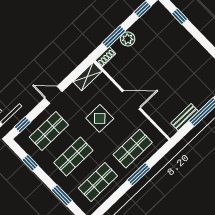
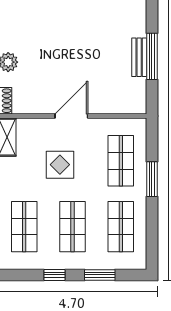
bench: (185, 117) -> (139, 57), moved
window: (30, 163) -> (54, 275), moved

